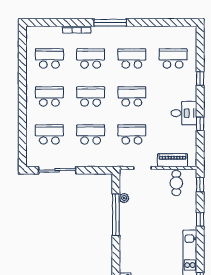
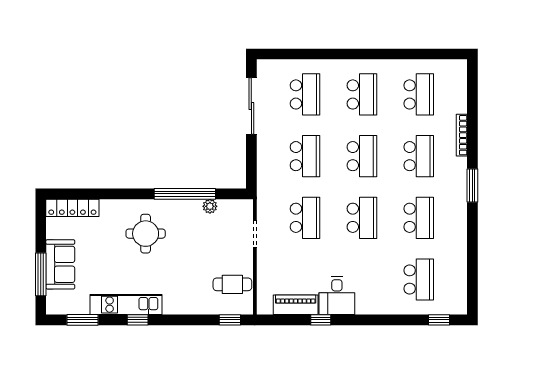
window: (110, 23) -> (472, 185), width x0.69
window: (200, 78) -> (439, 320), moved
piano: (173, 160) -> (296, 305), moved, turned -90
window: (200, 219) -> (138, 320), moved
round table: (142, 241) -> (146, 234), added

